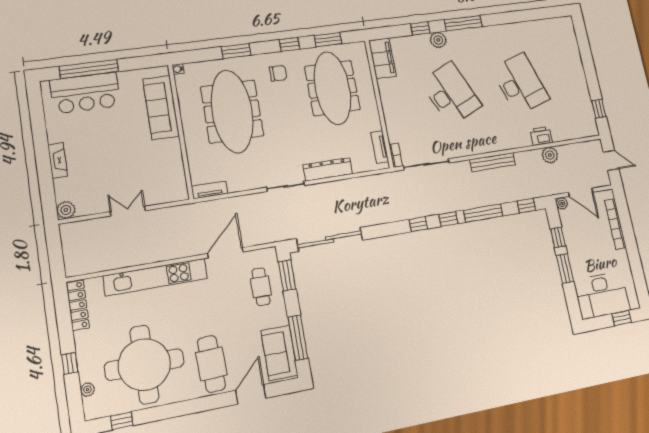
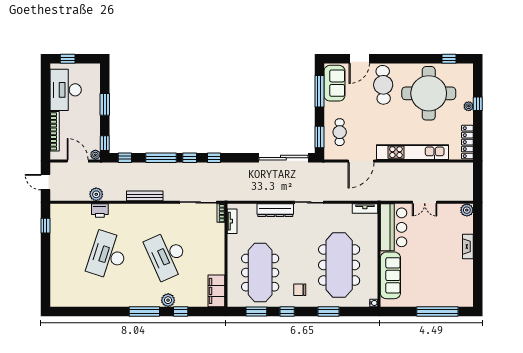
desk: (520, 84) -> (108, 255), turned 36
bar counter: (85, 93) -> (394, 227), moved, turned 90
window: (558, 237) -> (105, 143), moved
desk: (602, 295) -> (66, 90), moved, turned -90
plant: (88, 390) -> (469, 106), moved

